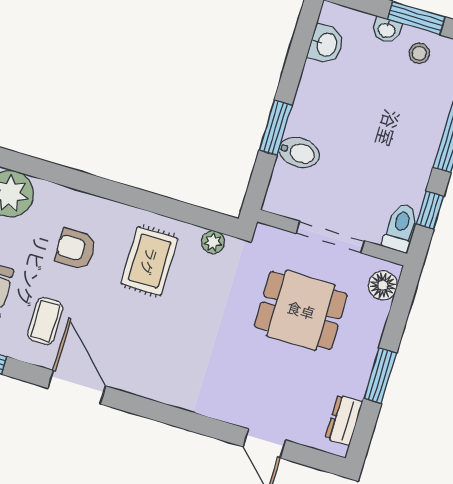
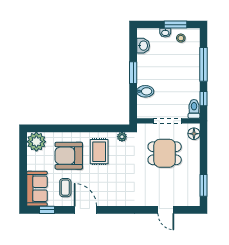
window: (276, 128) -> (133, 73), moved
armchair: (76, 249) -> (69, 156), width x1.88, depth x1.88
window: (380, 376) -> (204, 185), moved
dresser: (344, 420) -> (194, 191), removed

